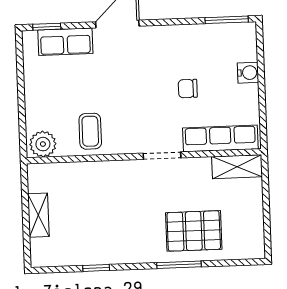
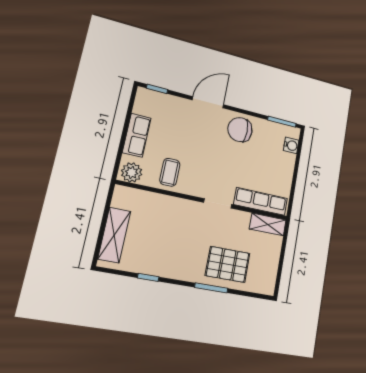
row of seats: (65, 42) -> (137, 135), moved, turned -90
water cooler: (248, 73) -> (291, 145), moved
chair: (188, 89) -> (240, 130), moved, width x1.87, depth x1.87
shelving: (38, 215) -> (114, 235), width x1.50, depth x1.33

